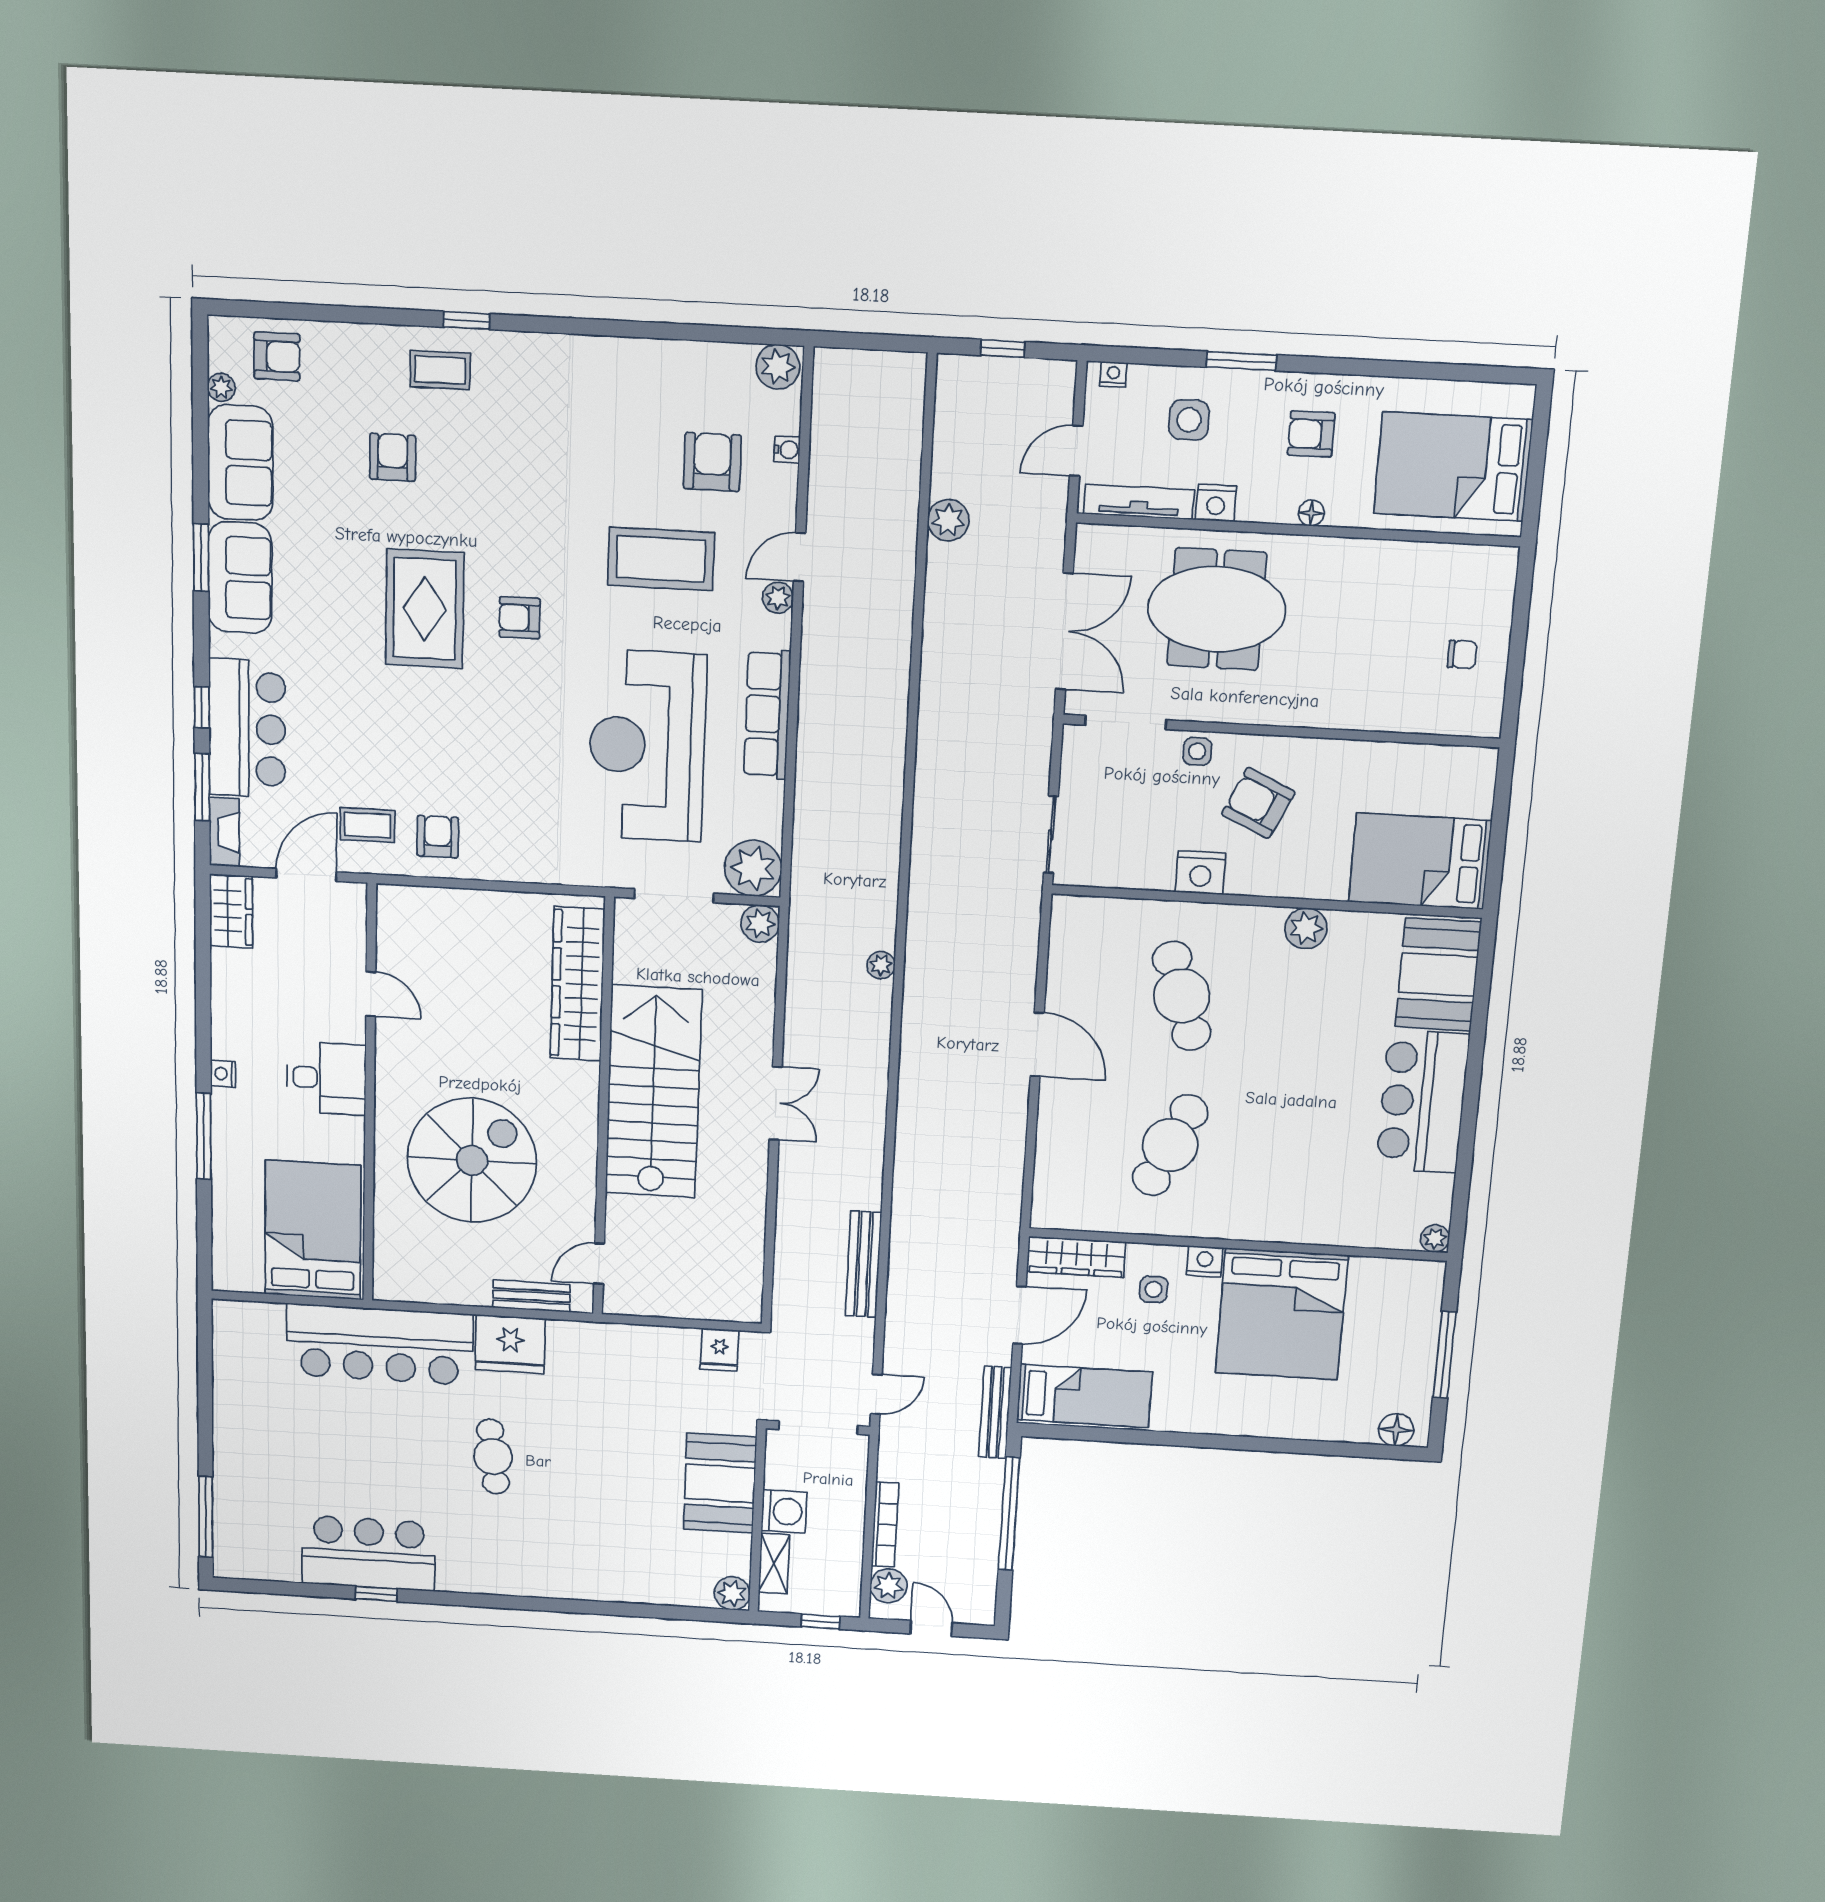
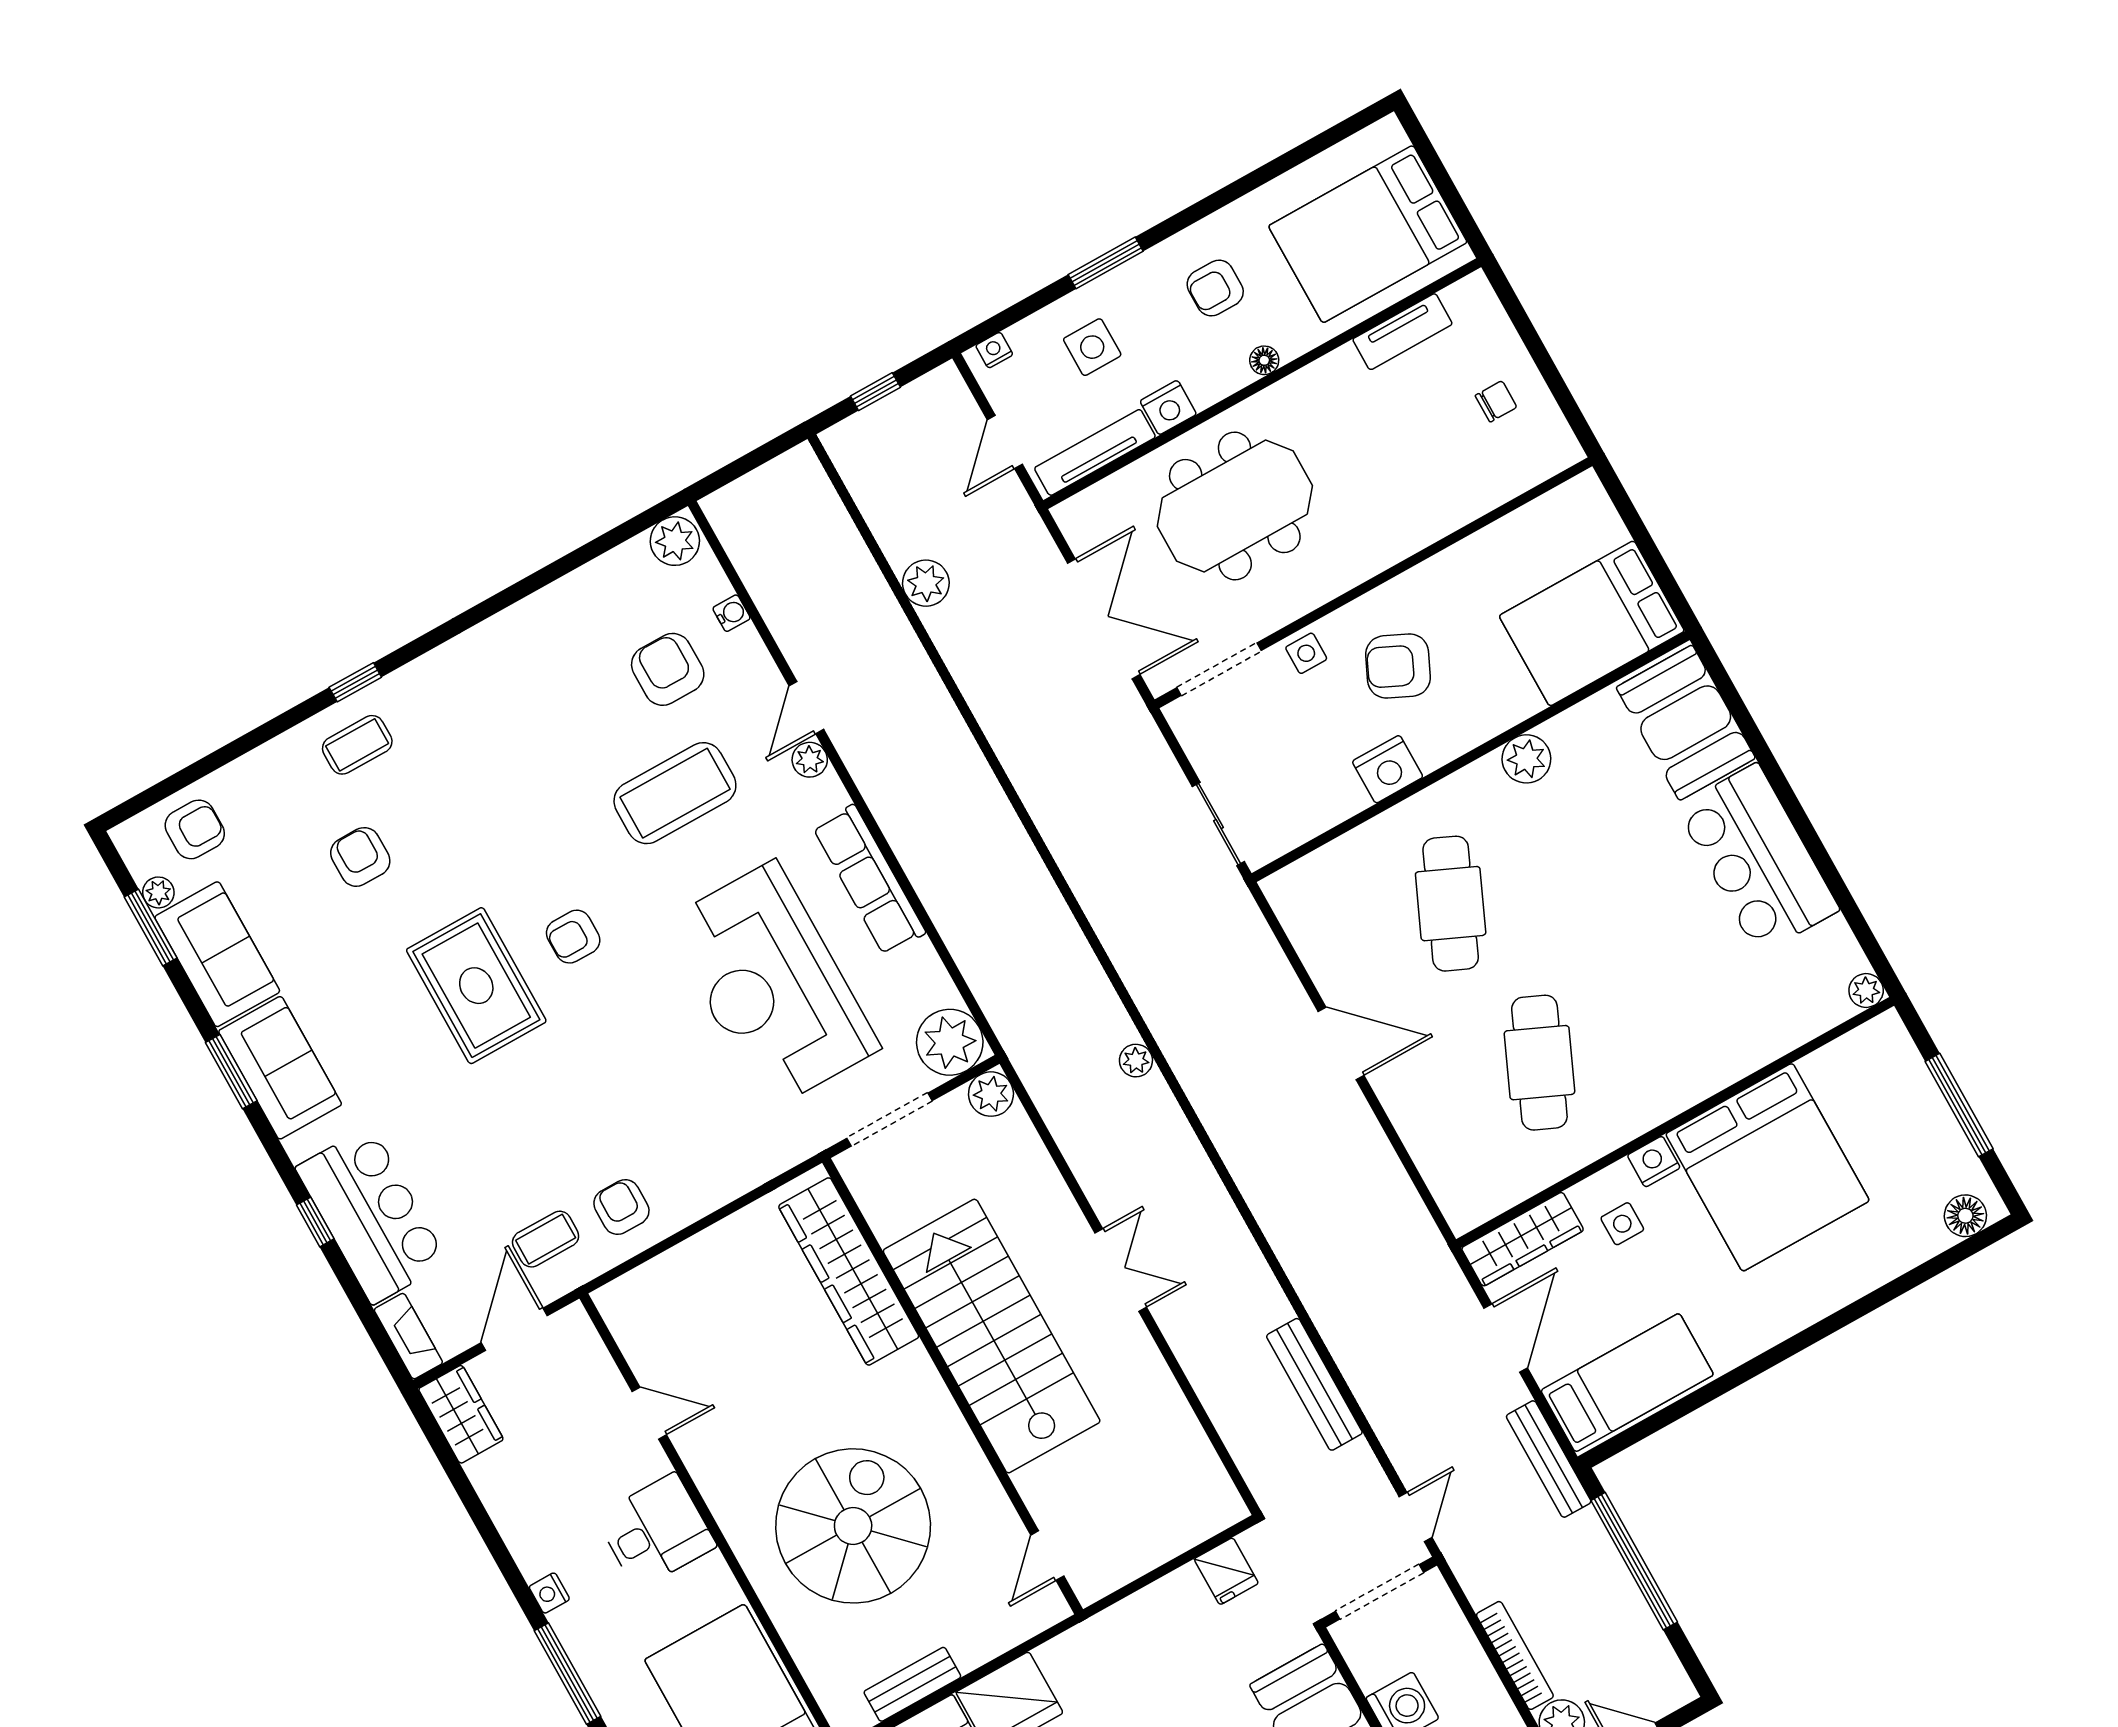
tv unit: (1429, 558) -> (1402, 332), added
window: (202, 787) -> (151, 927), moved
cafe table: (1182, 996) -> (1451, 904), turned 42
bench: (532, 1296) -> (912, 1684), moved

